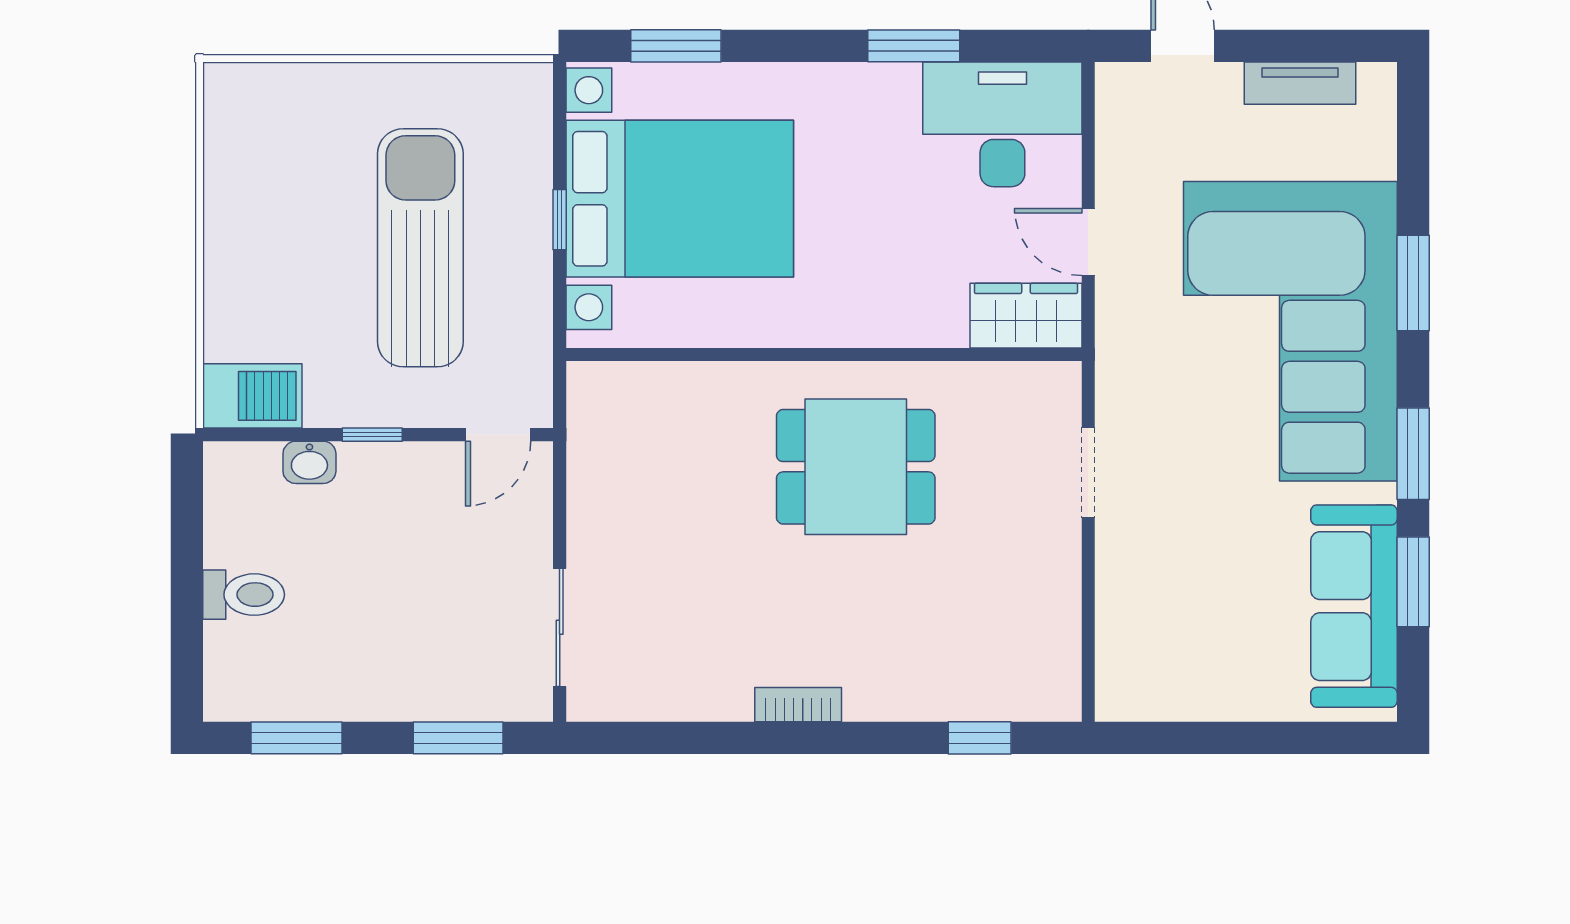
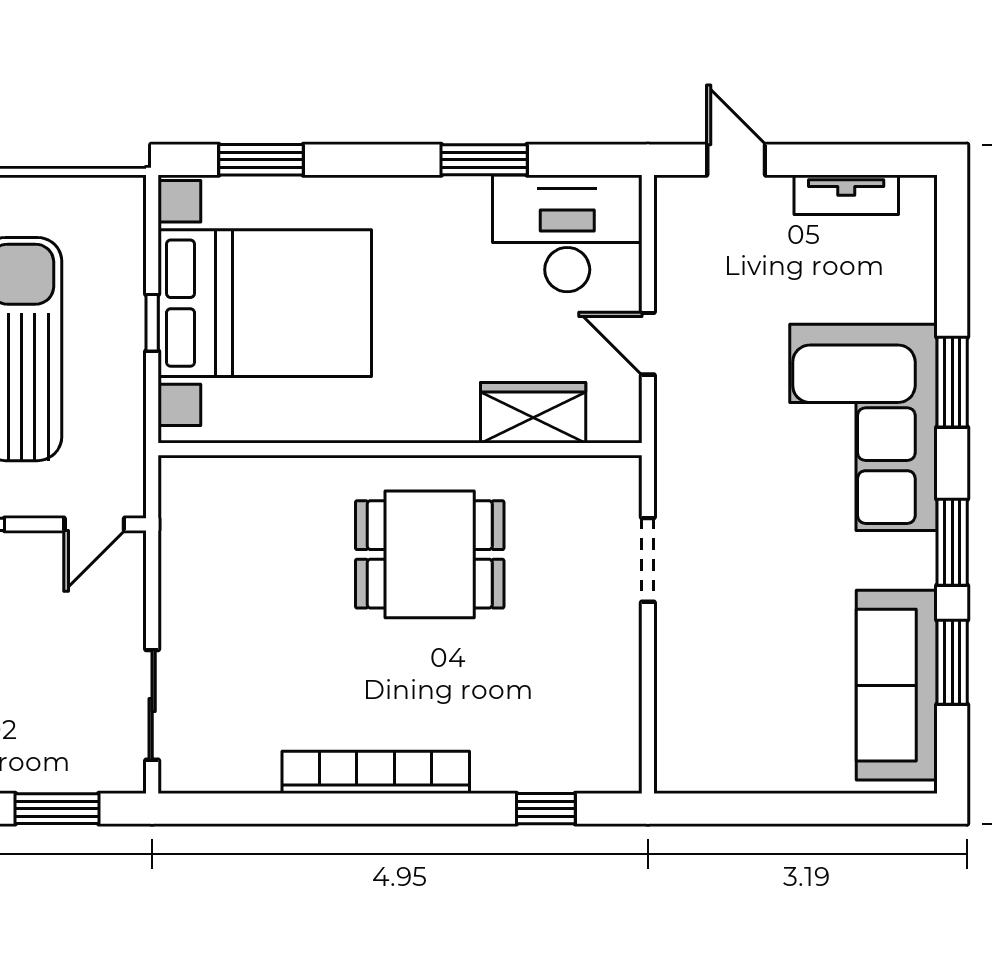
wardrobe: (1026, 316) -> (533, 413), moved
corner sofa: (1290, 331) -> (864, 427), width x0.73, depth x0.74
bookcase: (798, 705) -> (376, 772), width x2.31, depth x1.31

